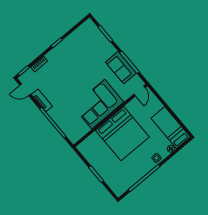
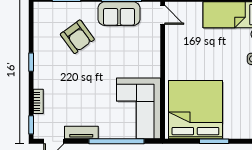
armchair: (90, 56) -> (77, 37), added
corner sofa: (98, 104) -> (139, 108), moved
bed: (122, 134) -> (195, 110), moved, turned -90

